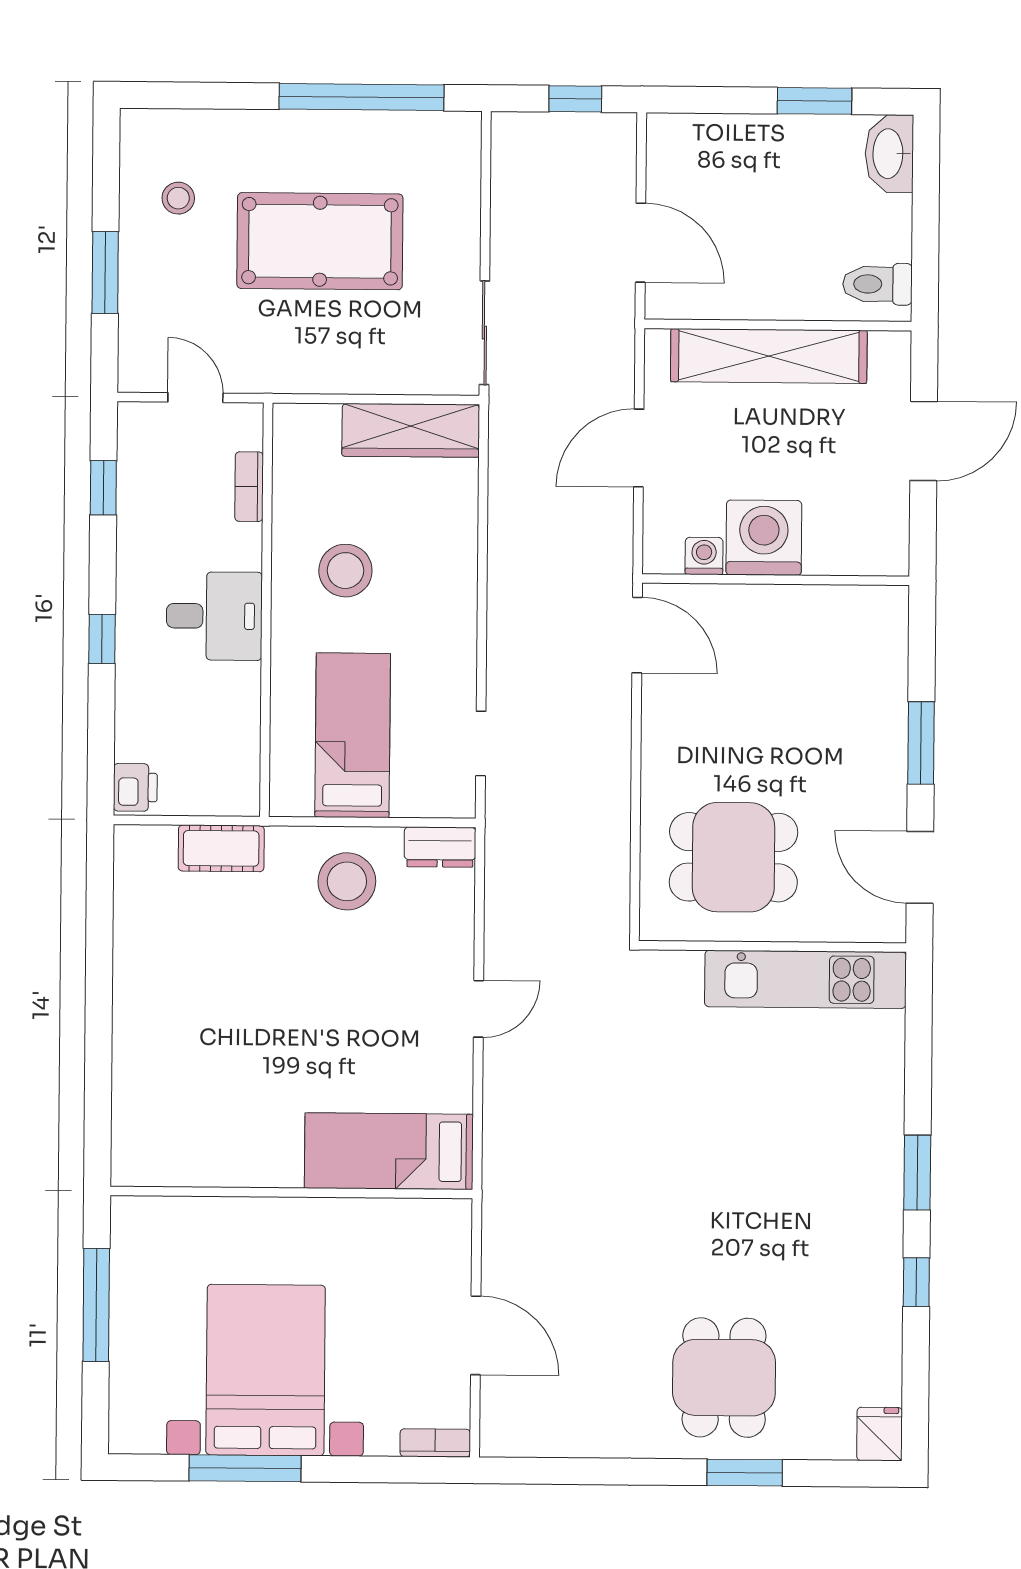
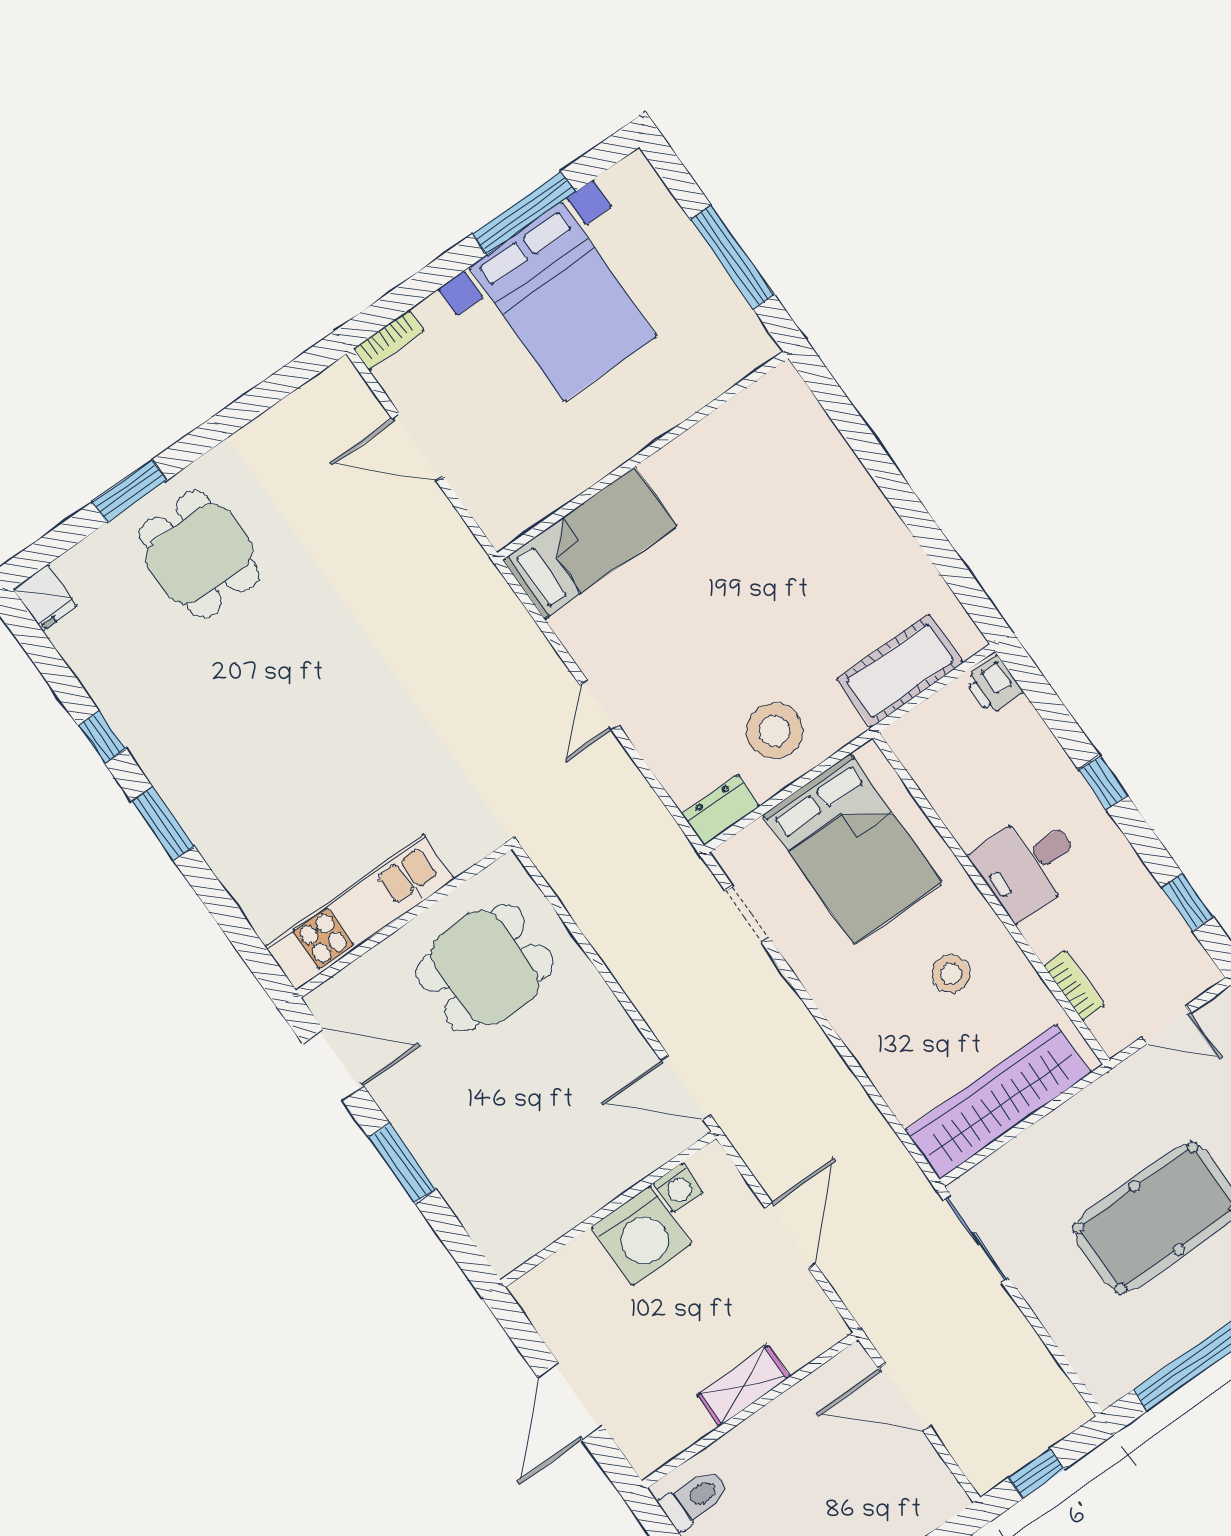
shelving: (769, 356) -> (743, 1386), width x0.45, depth x0.75
wardrobe: (411, 430) -> (998, 1102), width x1.40, depth x1.17
stool: (345, 571) -> (951, 974), width x0.73, depth x0.73
bed: (353, 735) -> (852, 849), width x1.50
cot: (221, 848) -> (900, 671), width x1.37, depth x1.34

